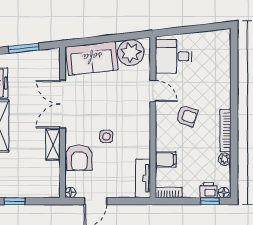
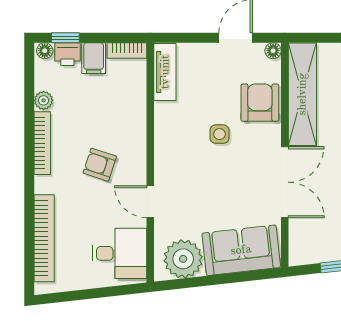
bookcase: (224, 66) -> (44, 238), added
shelving: (53, 144) -> (302, 94), width x2.20, depth x1.33
filing cabinet: (166, 159) -> (94, 58), moved, turned -90

